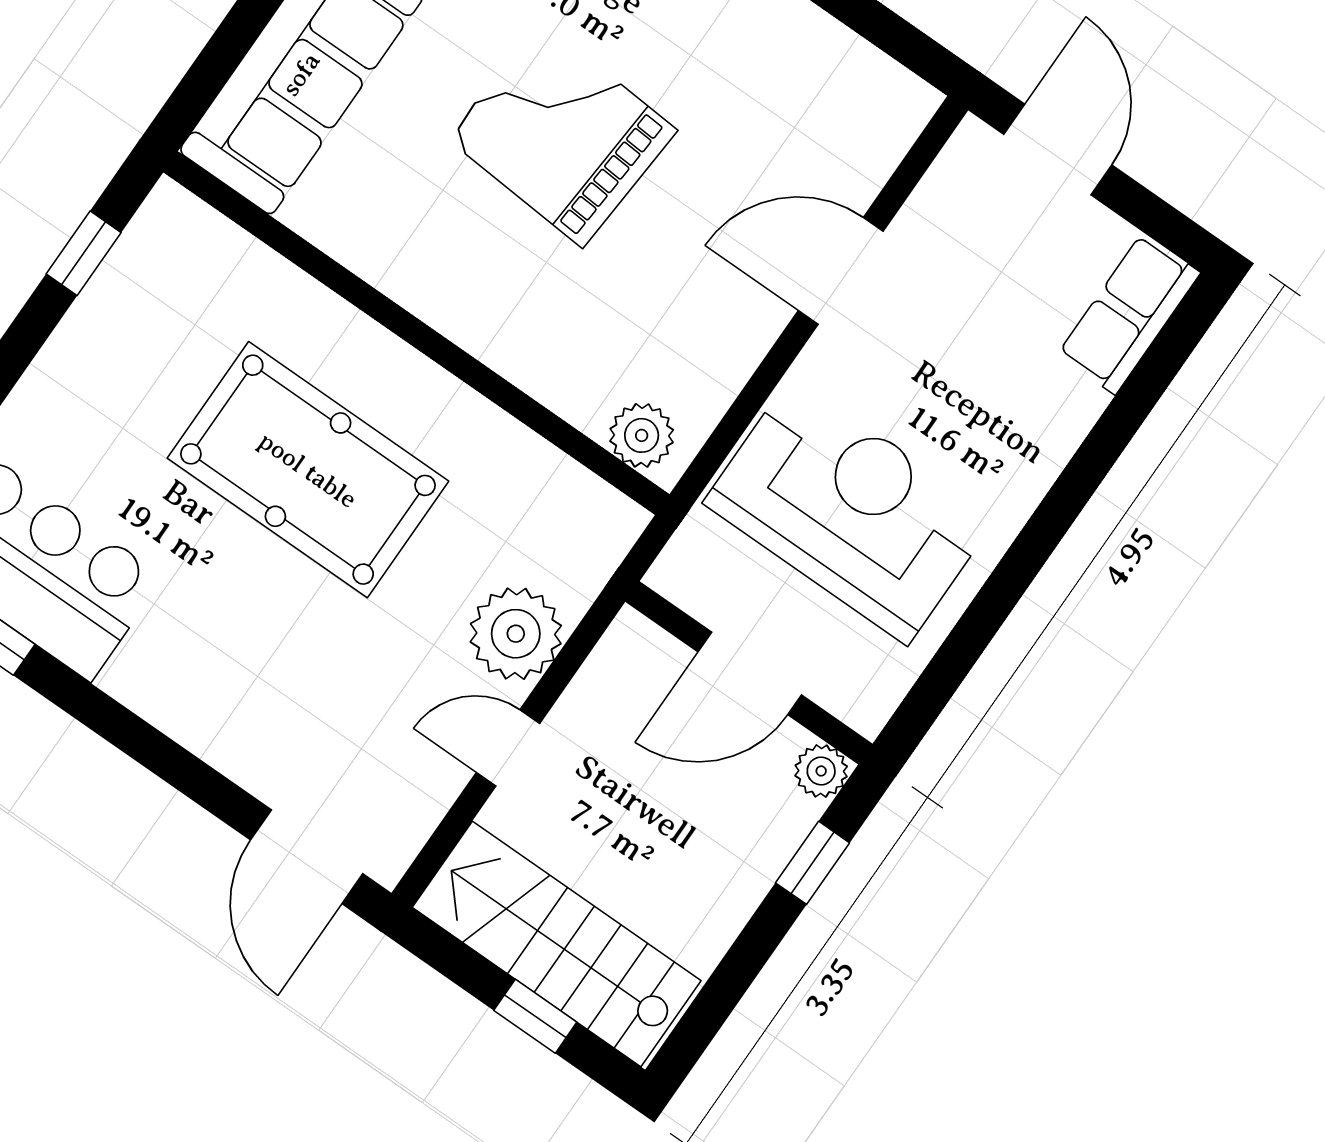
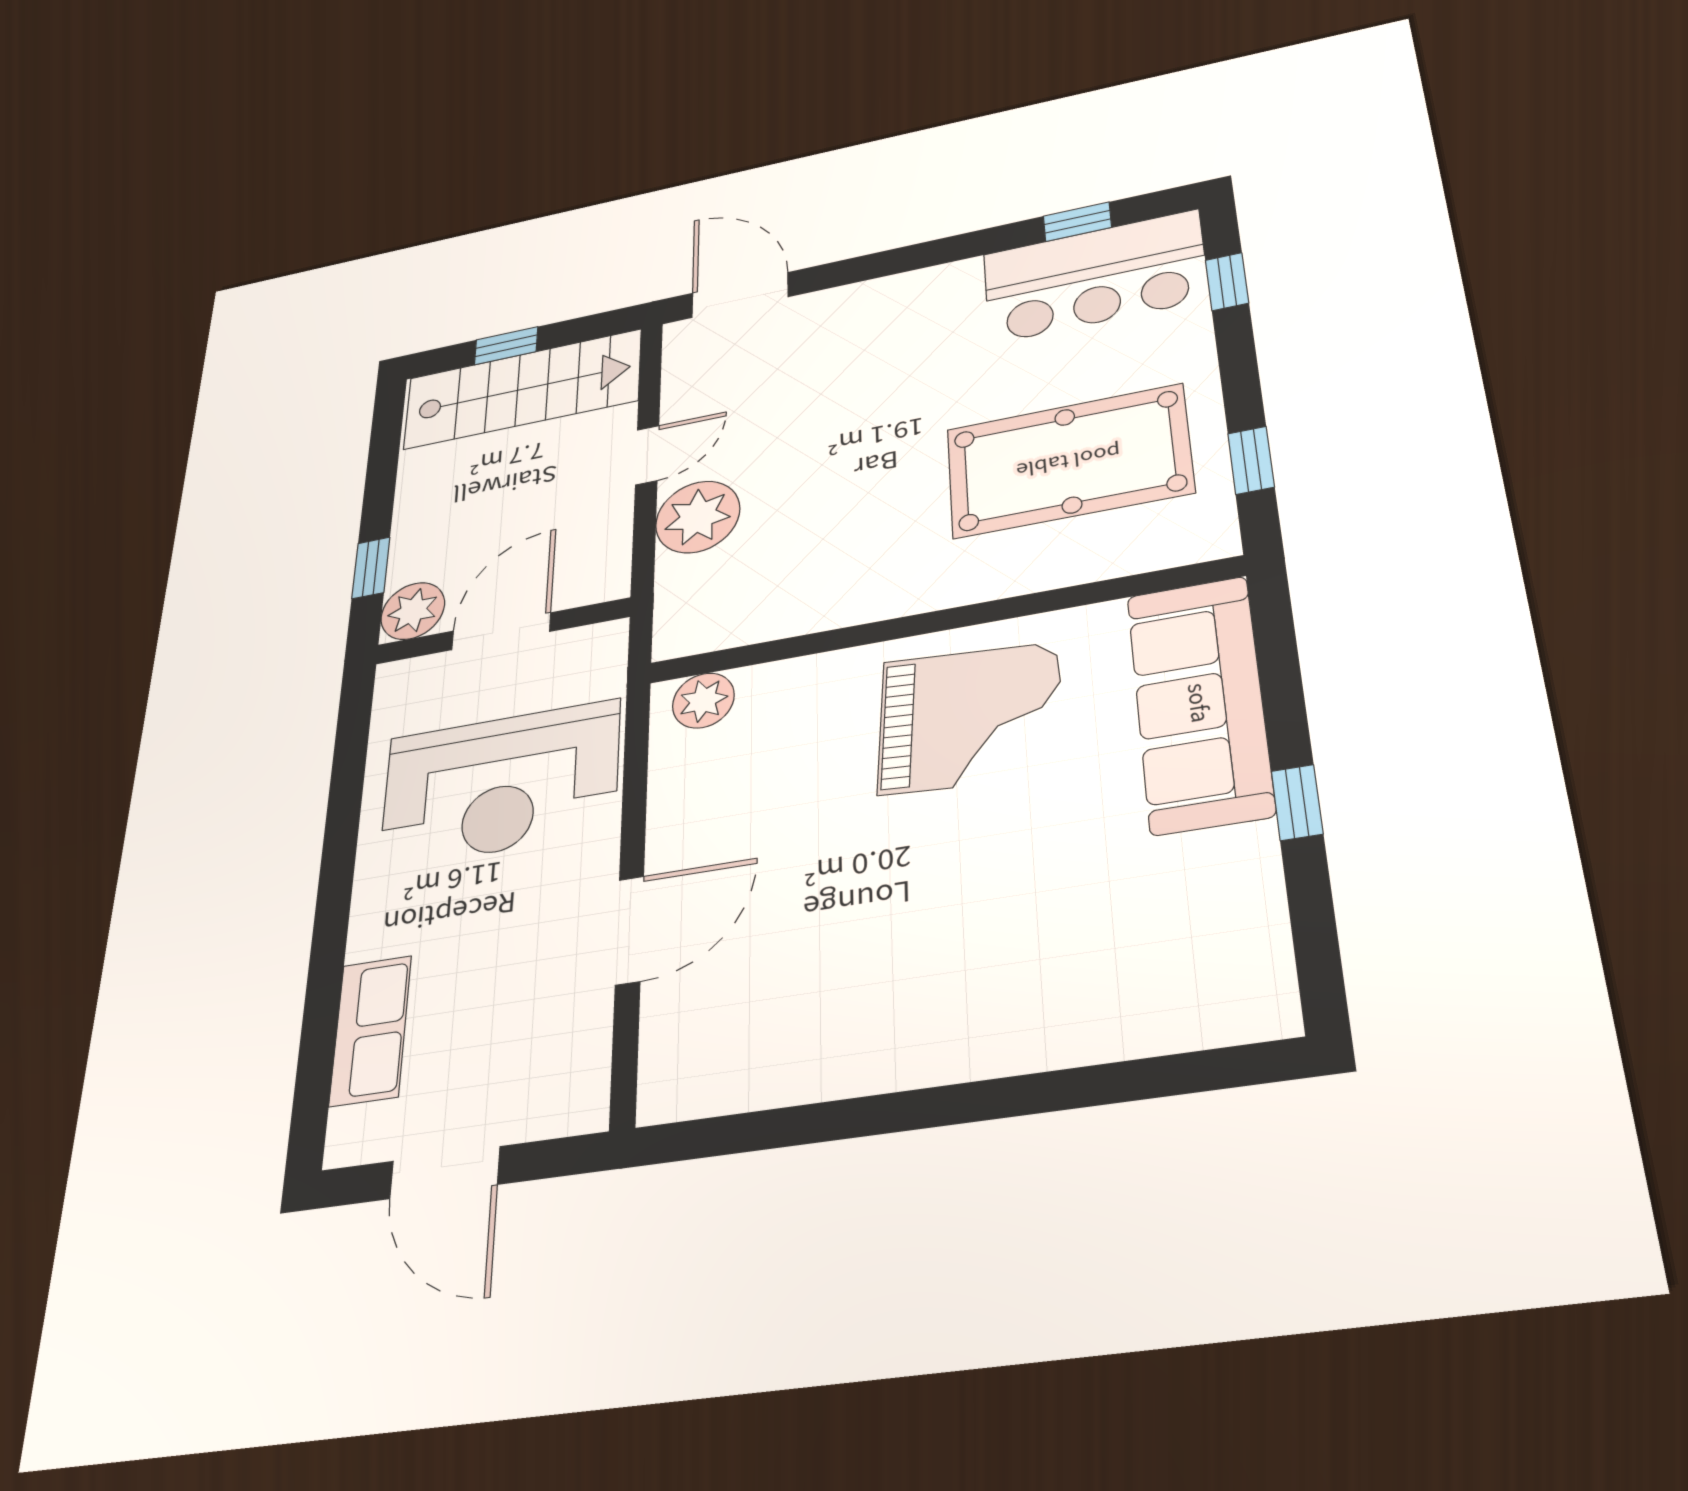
grand piano: (562, 135) -> (969, 718), moved
door: (1058, 150) -> (445, 1173), moved
row of seats: (1129, 314) -> (370, 1030), moved
pool table: (308, 470) -> (1068, 461), moved
plant: (821, 771) -> (413, 611), width x1.38, depth x1.38

